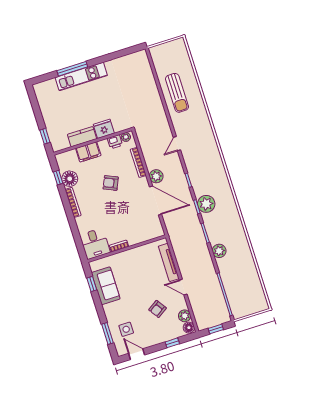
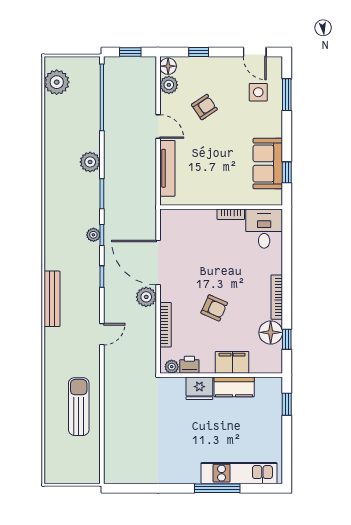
kitchen unit: (81, 76) -> (239, 473), moved
bench: (216, 156) -> (52, 299), added
plant: (206, 204) -> (93, 235), width x0.53, depth x0.53
plant: (257, 295) -> (57, 82), added

